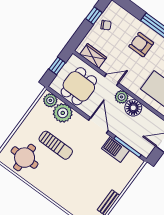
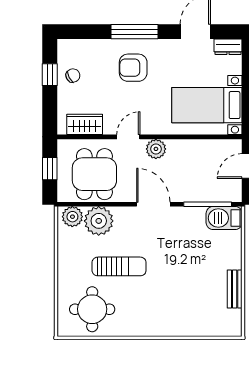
floor lamp: (133, 108) -> (180, 152), removed
barbecue: (116, 149) -> (224, 218), moved

